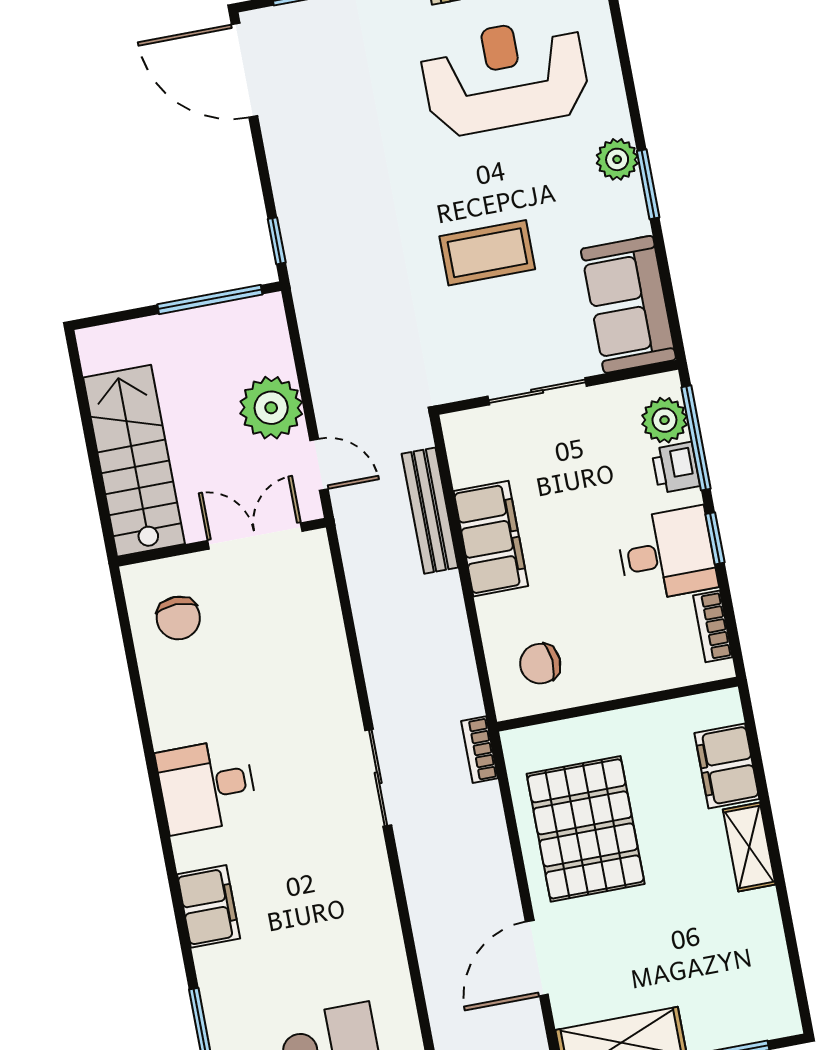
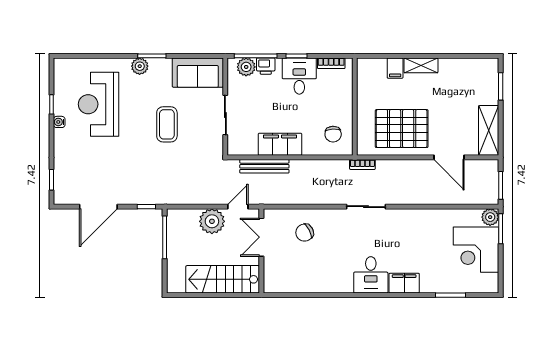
door: (244, 70) -> (98, 207), moved
chair: (178, 618) -> (305, 233), moved, turned 153
filing cabinet: (727, 766) -> (395, 68), width x0.50
desk: (207, 786) -> (371, 275), moved

